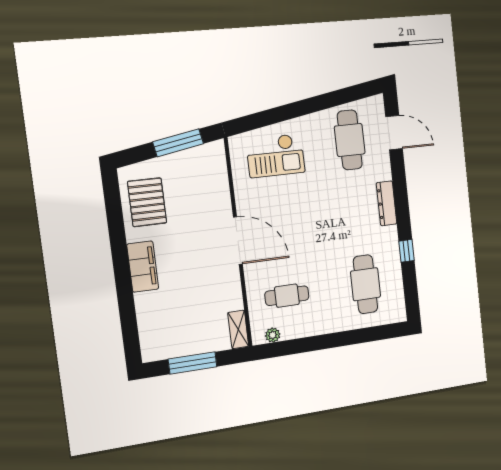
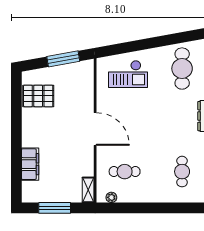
pallet: (147, 202) -> (38, 96), turned 90
filing cabinet: (143, 267) -> (30, 164), moved
cafe table: (365, 284) -> (182, 172), width x0.73, depth x0.74

